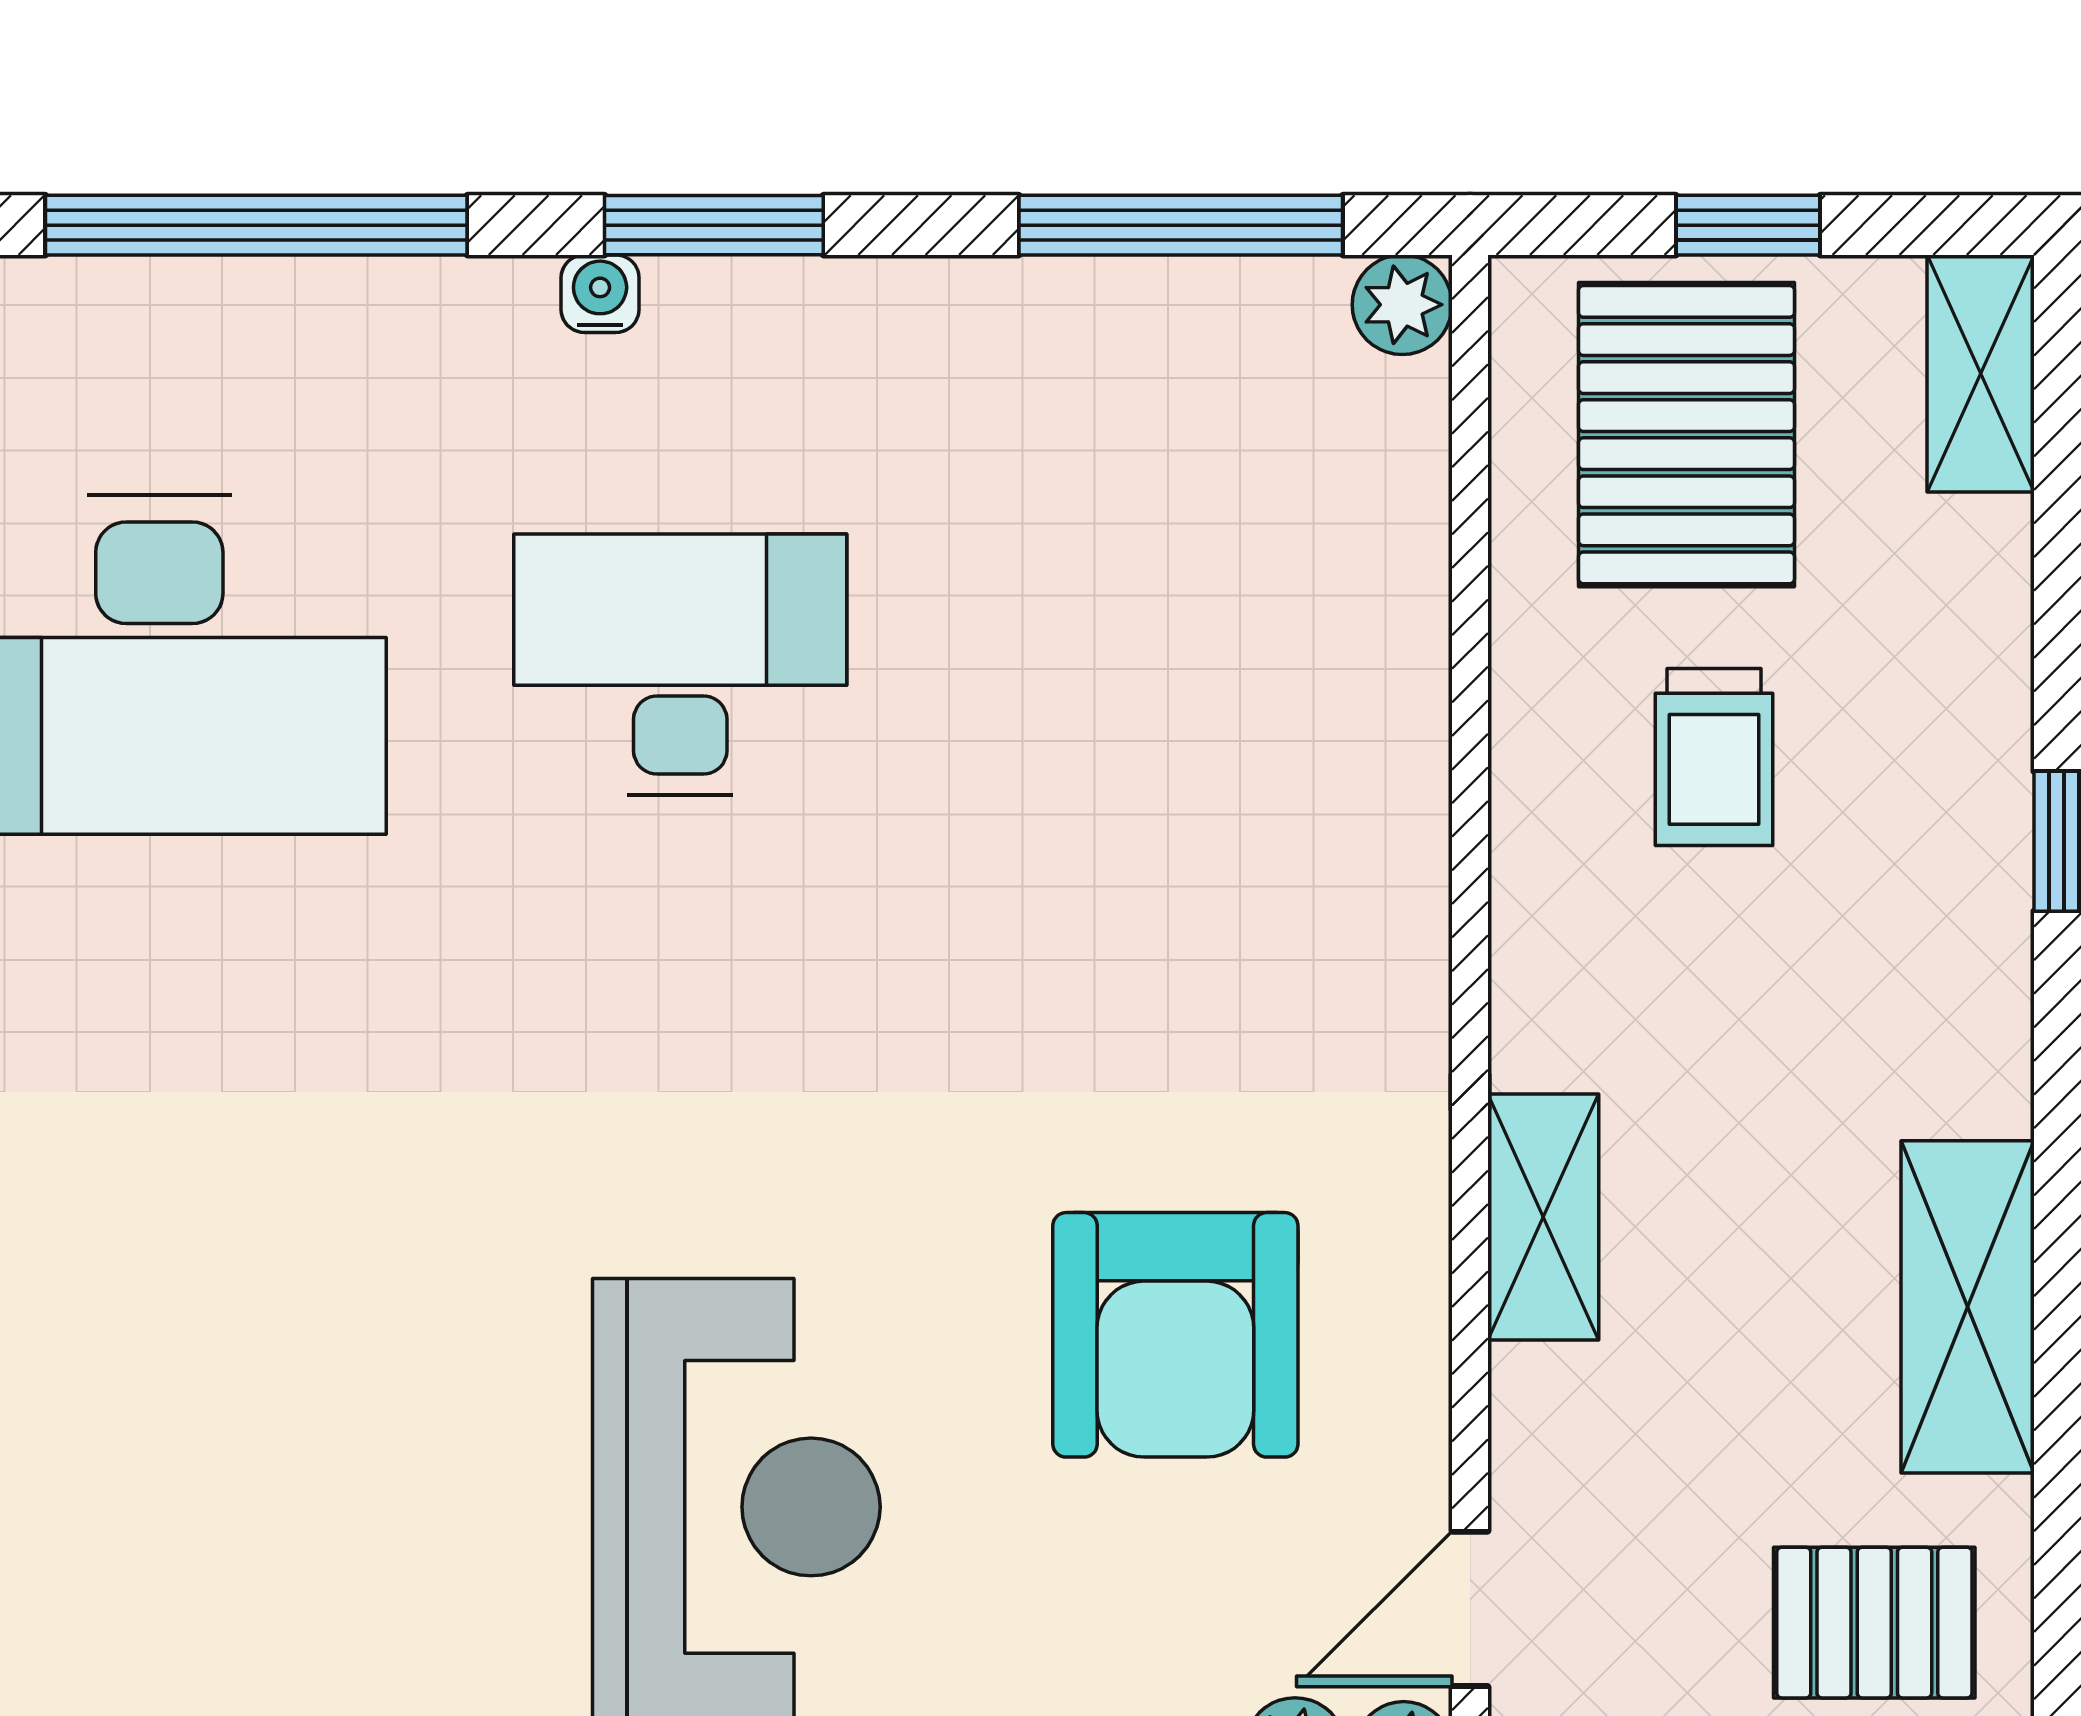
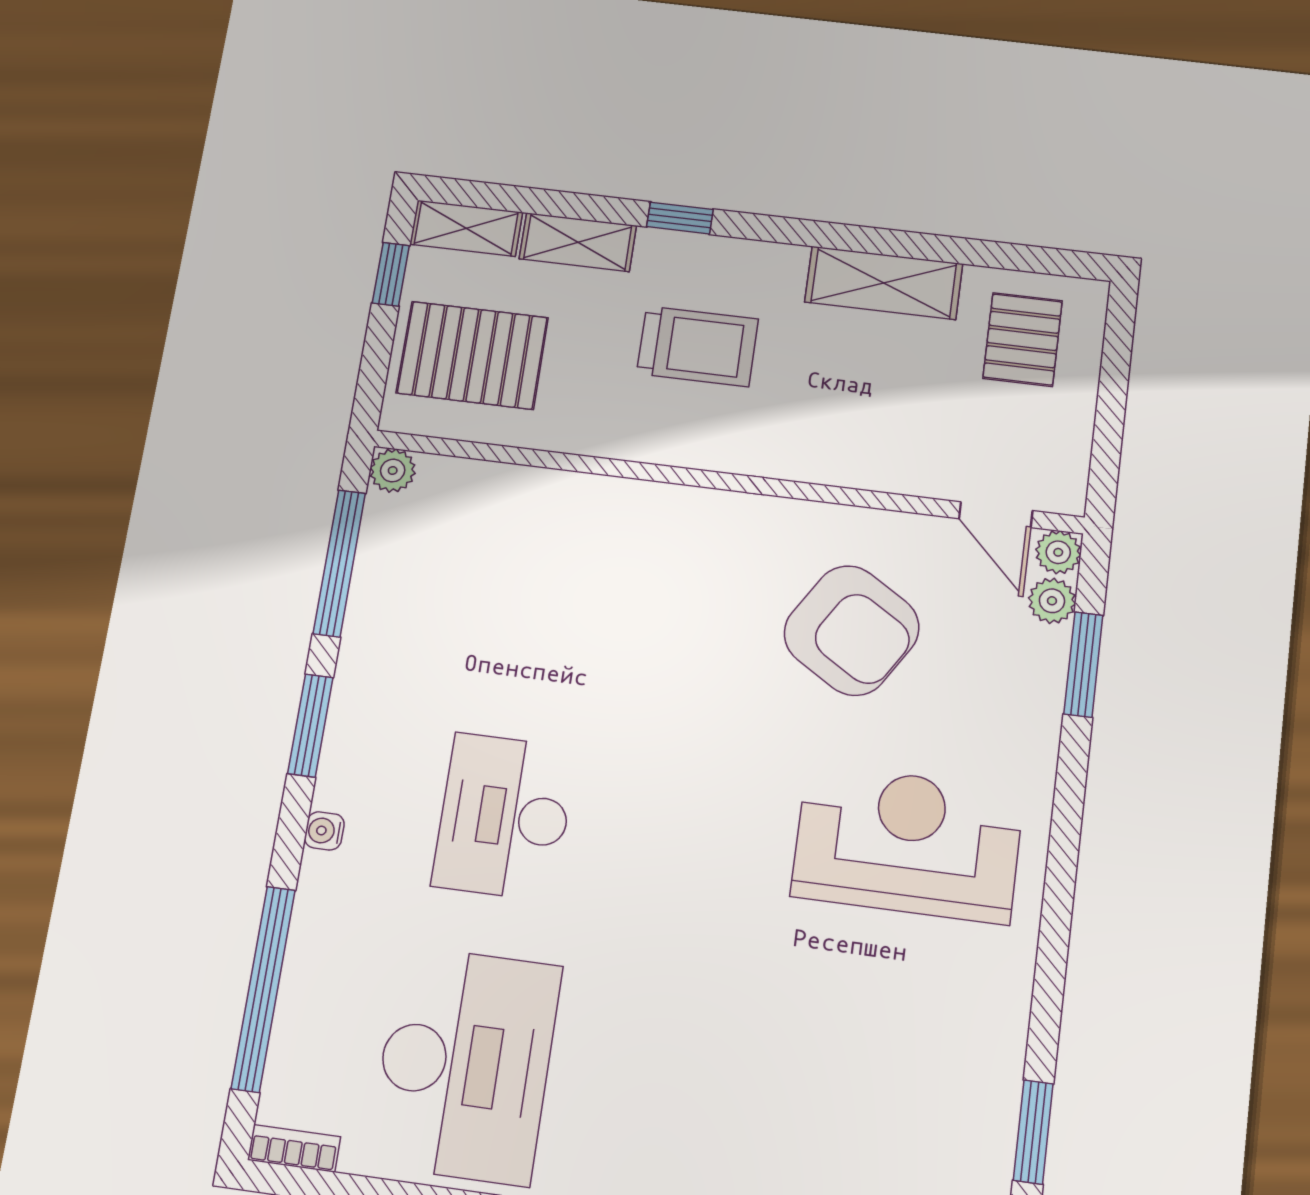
window: (714, 225) -> (310, 725), moved
window: (1748, 225) -> (391, 274), moved
trolley: (1714, 757) -> (697, 346), moved, width x1.36, depth x1.39
shelving: (1543, 1217) -> (578, 242), moved
armchair: (1175, 1335) -> (852, 630), turned 32

